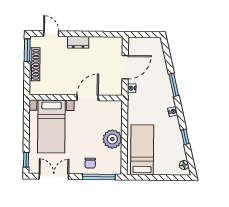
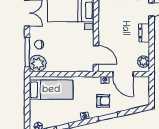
plant: (111, 43) -> (143, 62), added
armchair: (156, 90) -> (103, 101), added
door: (88, 98) -> (96, 55), moved
plant: (112, 139) -> (38, 64), moved

